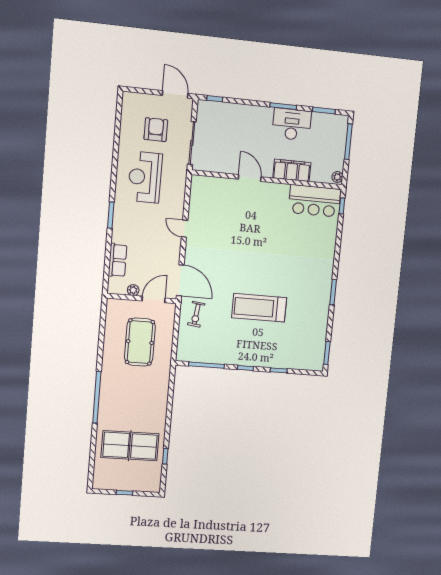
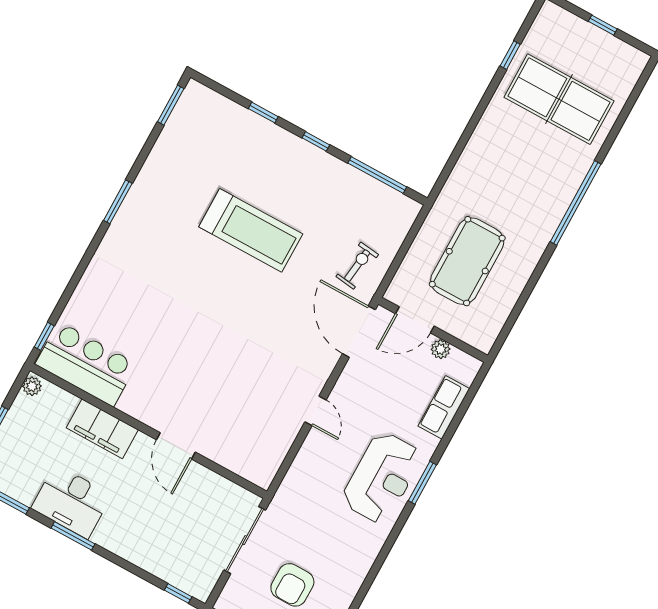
reception desk: (145, 177) -> (382, 478), moved

